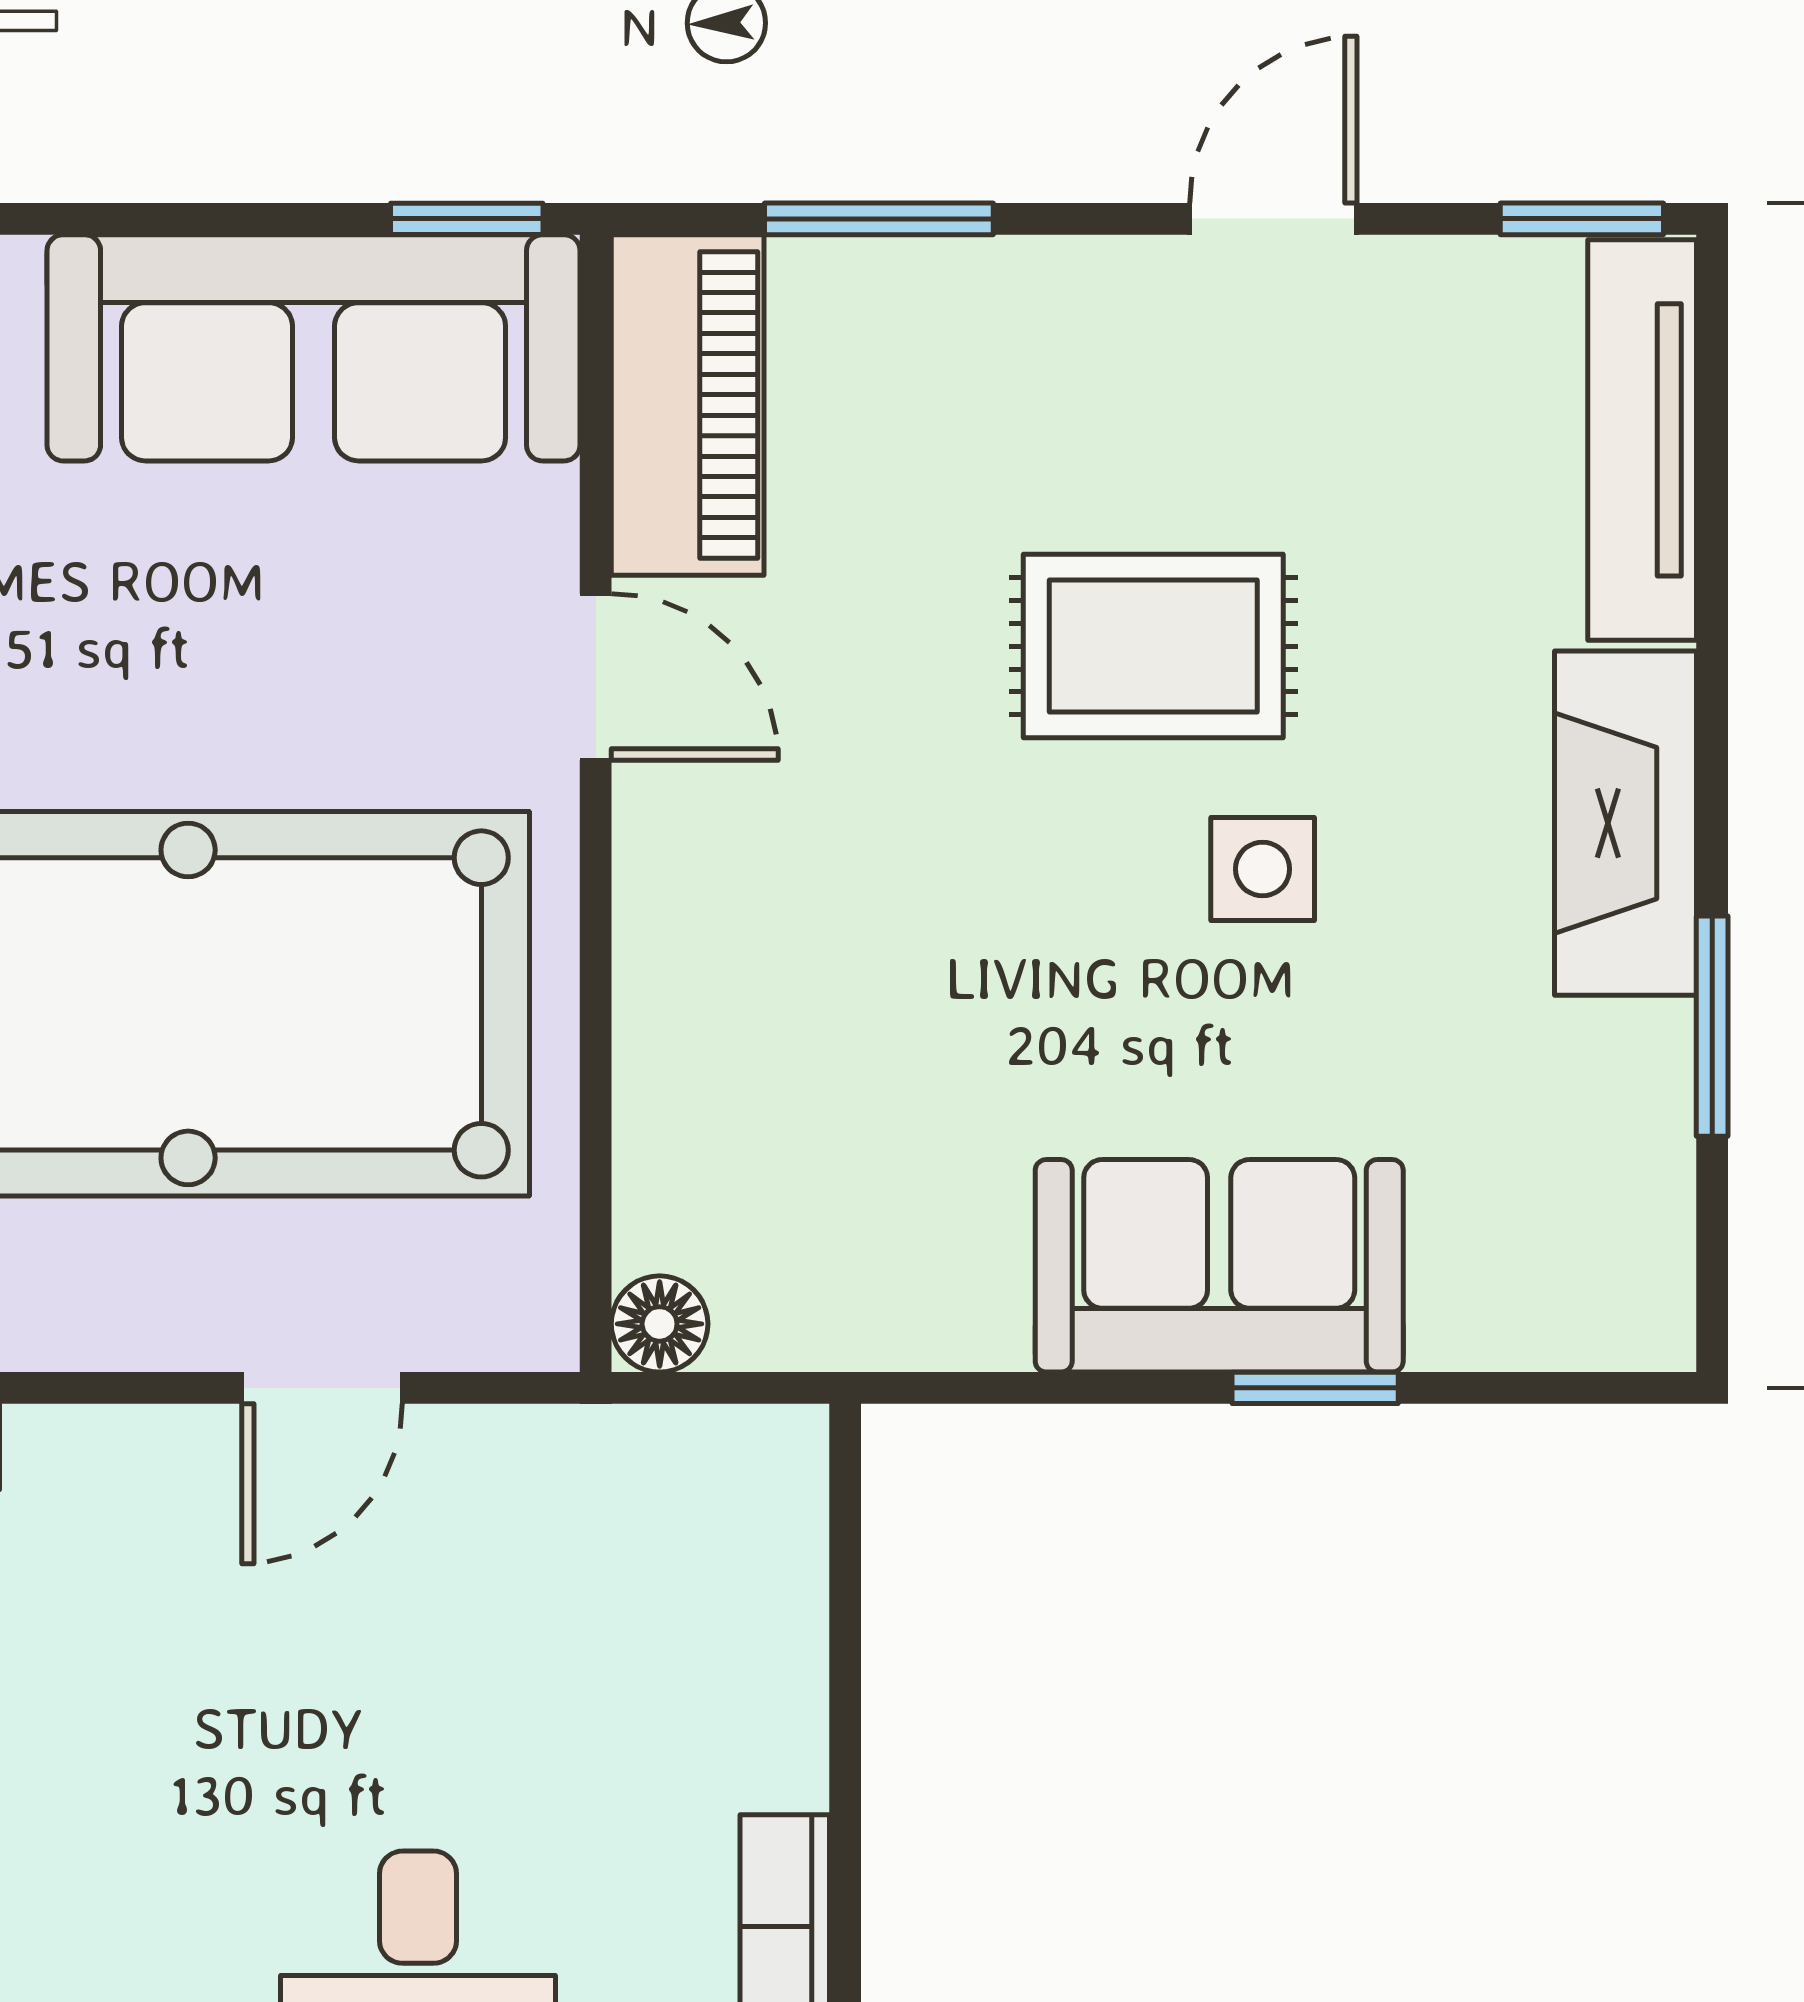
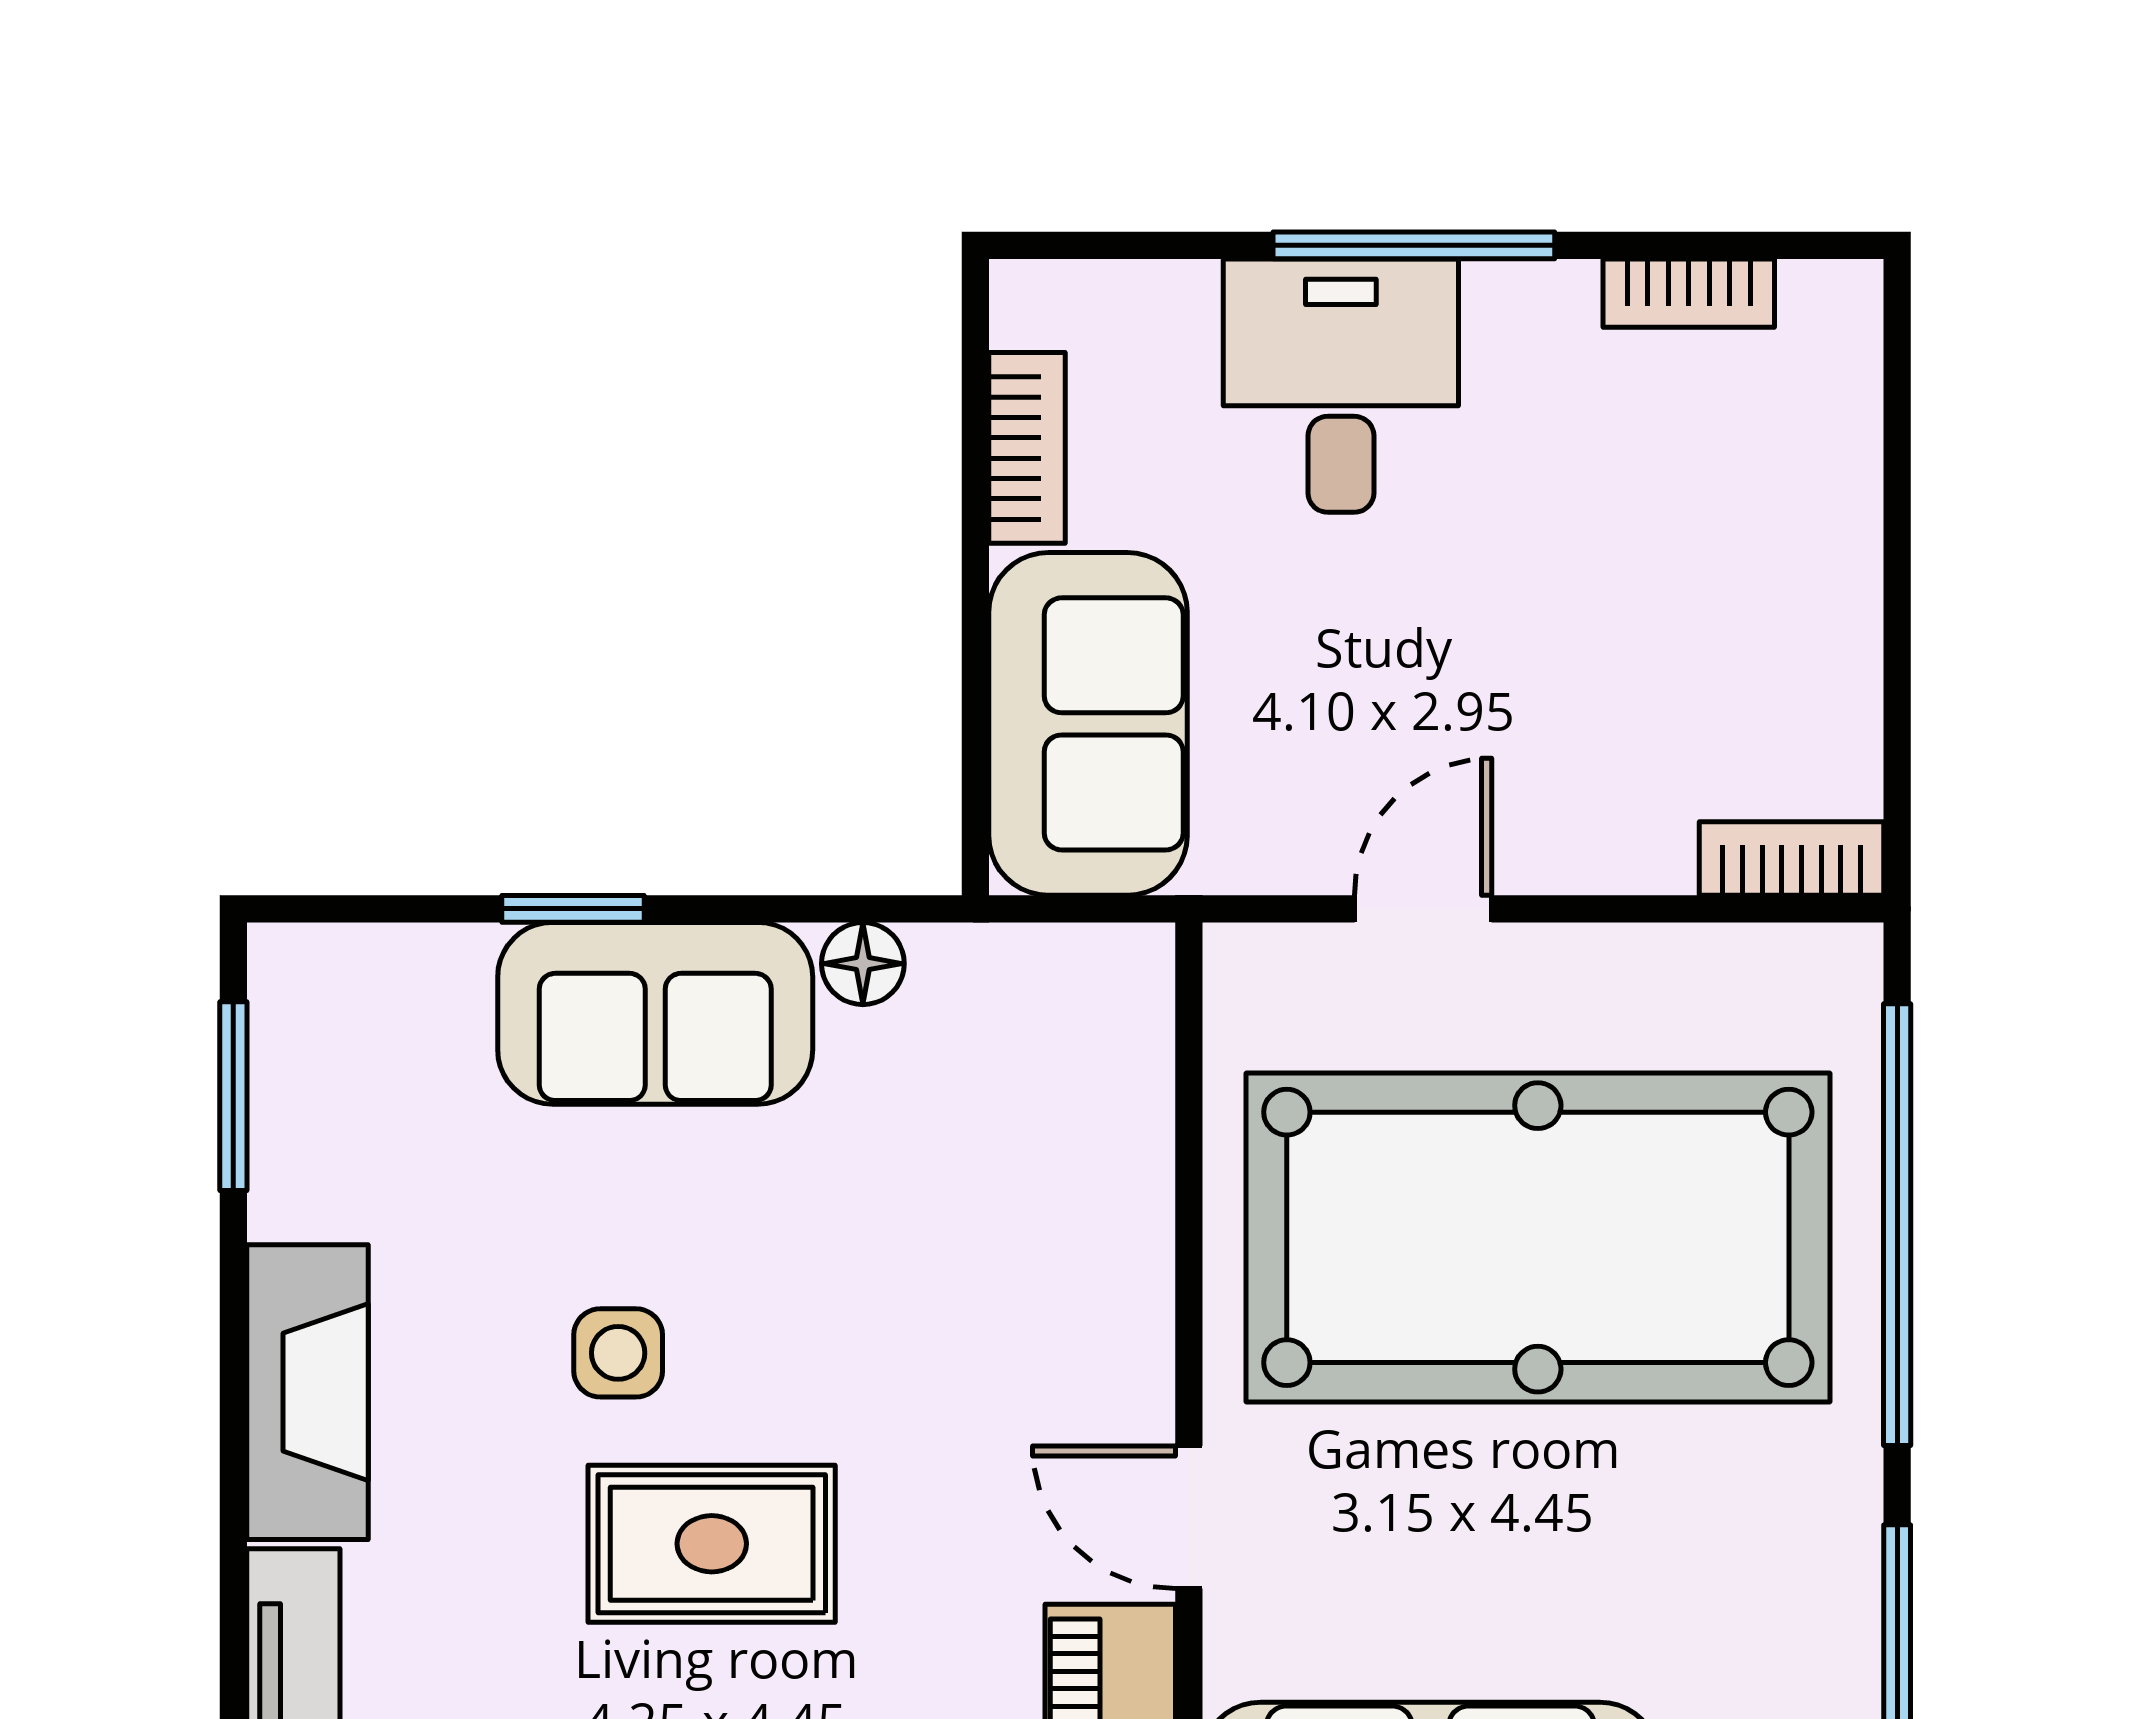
window: (1712, 1026) -> (233, 1096), moved
floor lamp: (660, 1324) -> (863, 964), moved
sofa: (714, 1604) -> (1088, 724), added

